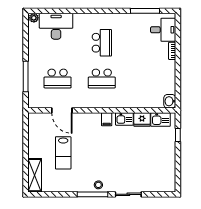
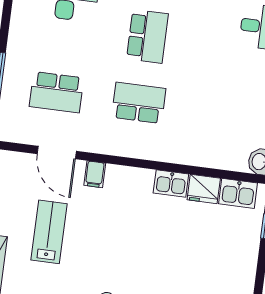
school desk: (102, 78) -> (139, 103), turned 180
filing cabinet: (107, 119) -> (95, 174), moved
lab bench: (63, 153) -> (49, 232), turned 180

